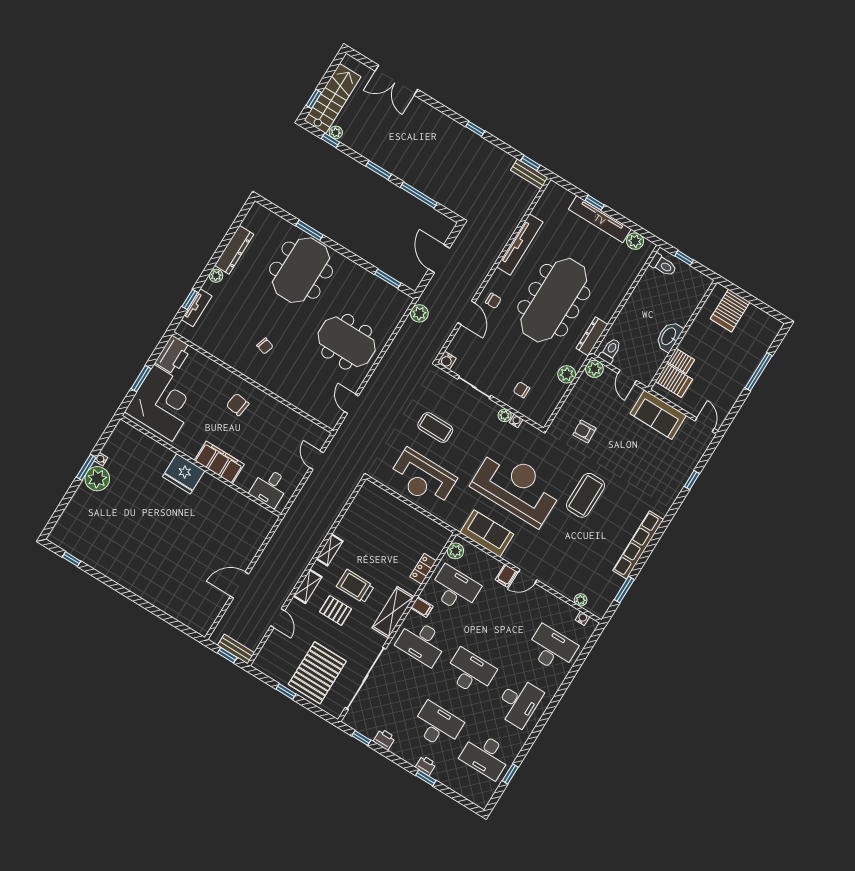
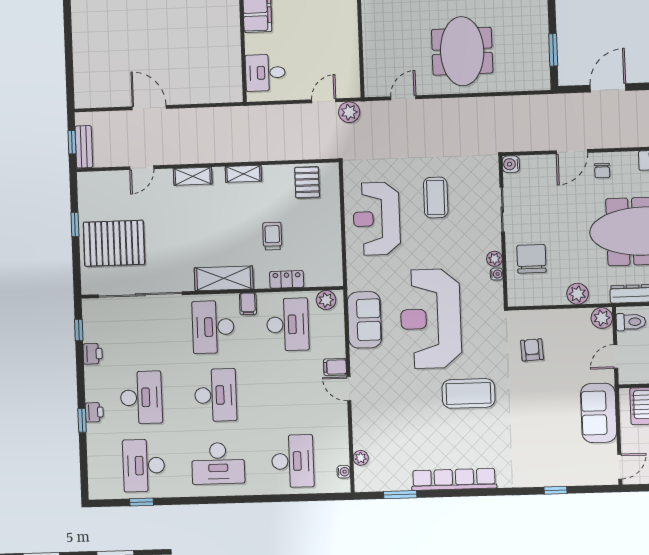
plant: (419, 313) -> (349, 112), moved
chair: (522, 390) -> (531, 259), width x1.87, depth x1.87
reception desk: (517, 487) -> (431, 319), turned 180
trolley: (355, 586) -> (272, 236), moved, width x0.73, depth x0.72
pallet: (335, 610) -> (307, 182), moved

